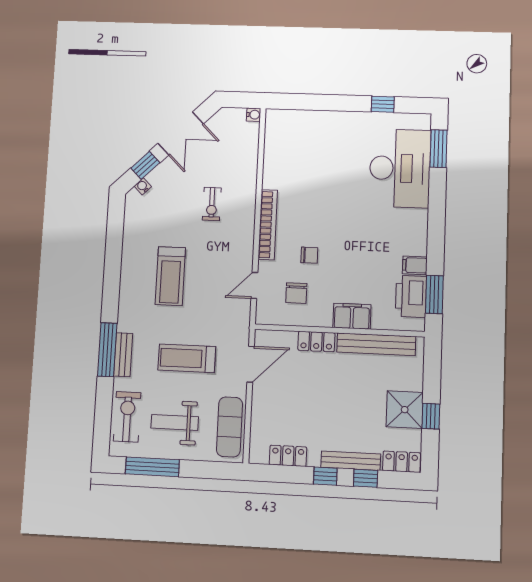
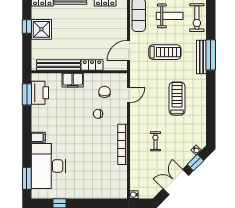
bookcase: (268, 225) -> (123, 144), moved
filing cabinet: (415, 265) -> (38, 137), moved
bench: (123, 355) -> (201, 57), width x1.36

